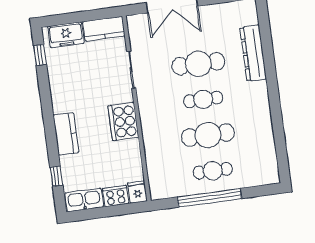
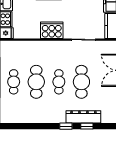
window: (267, 46) -> (87, 126), added
window: (271, 79) -> (66, 126), added

